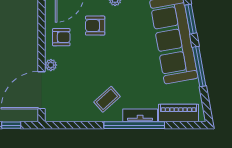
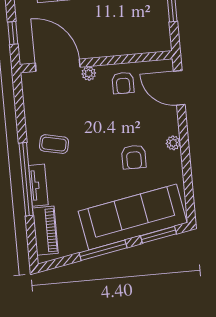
armchair: (95, 26) -> (134, 157), moved, turned 180
coffee table: (107, 99) -> (54, 144), turned -36

